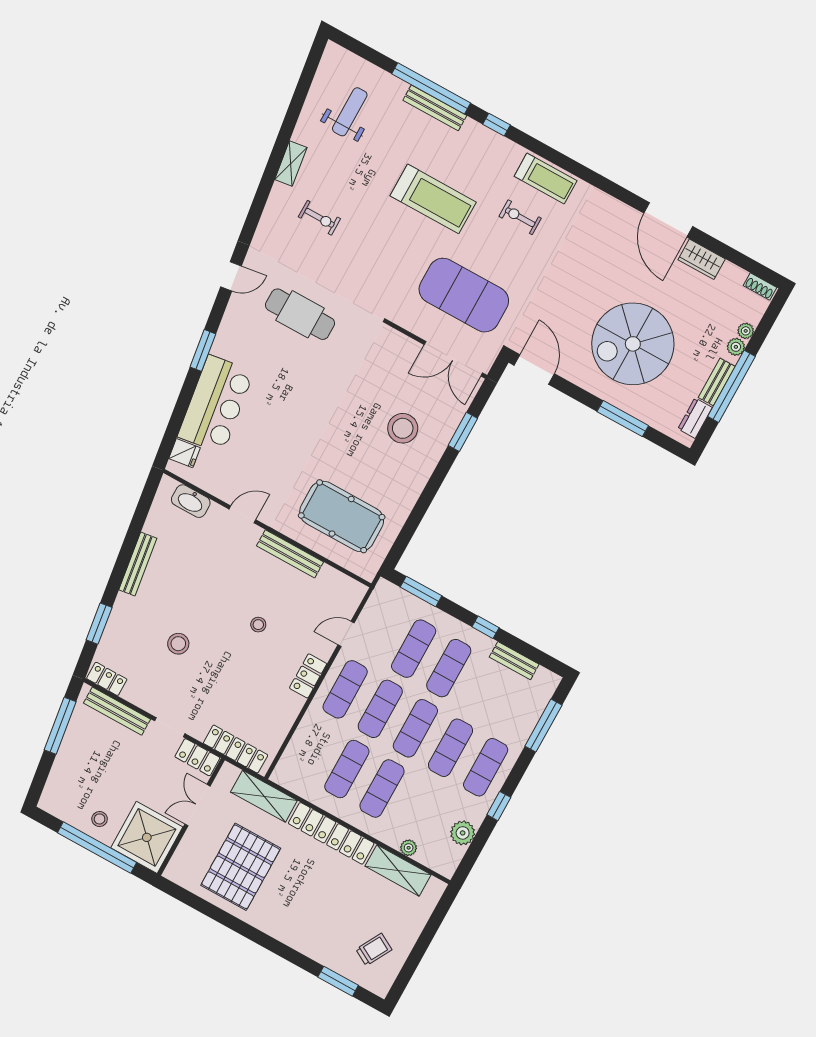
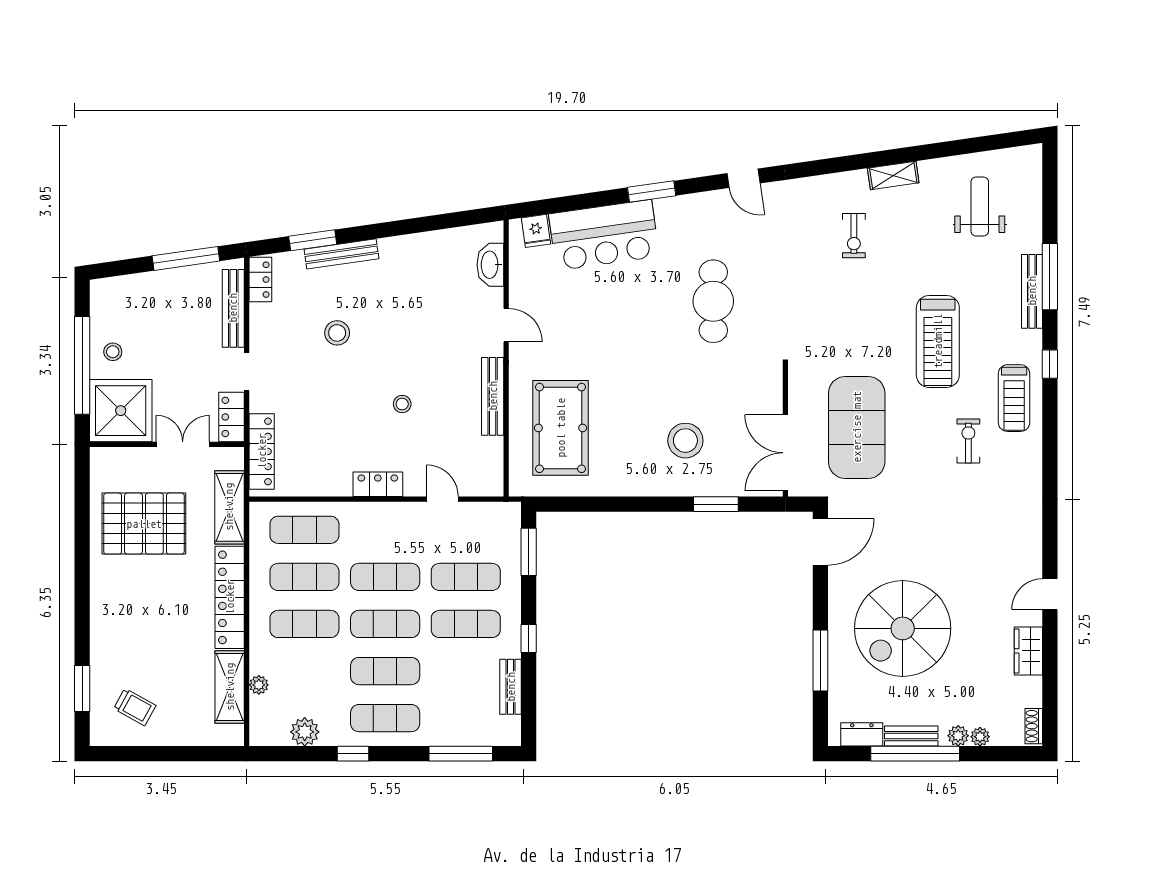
window: (431, 88) -> (1050, 277), width x0.68
weight bench: (350, 112) -> (980, 206), turned -90
treadmill: (546, 178) -> (1014, 398), moved
door: (668, 220) -> (1050, 594), width x0.53
cafe table: (300, 314) -> (713, 301), moved
spiral stairs: (633, 344) -> (903, 628), turned -90
bench: (138, 564) -> (341, 254), moved
exercise mat: (345, 689) -> (304, 530), moved

